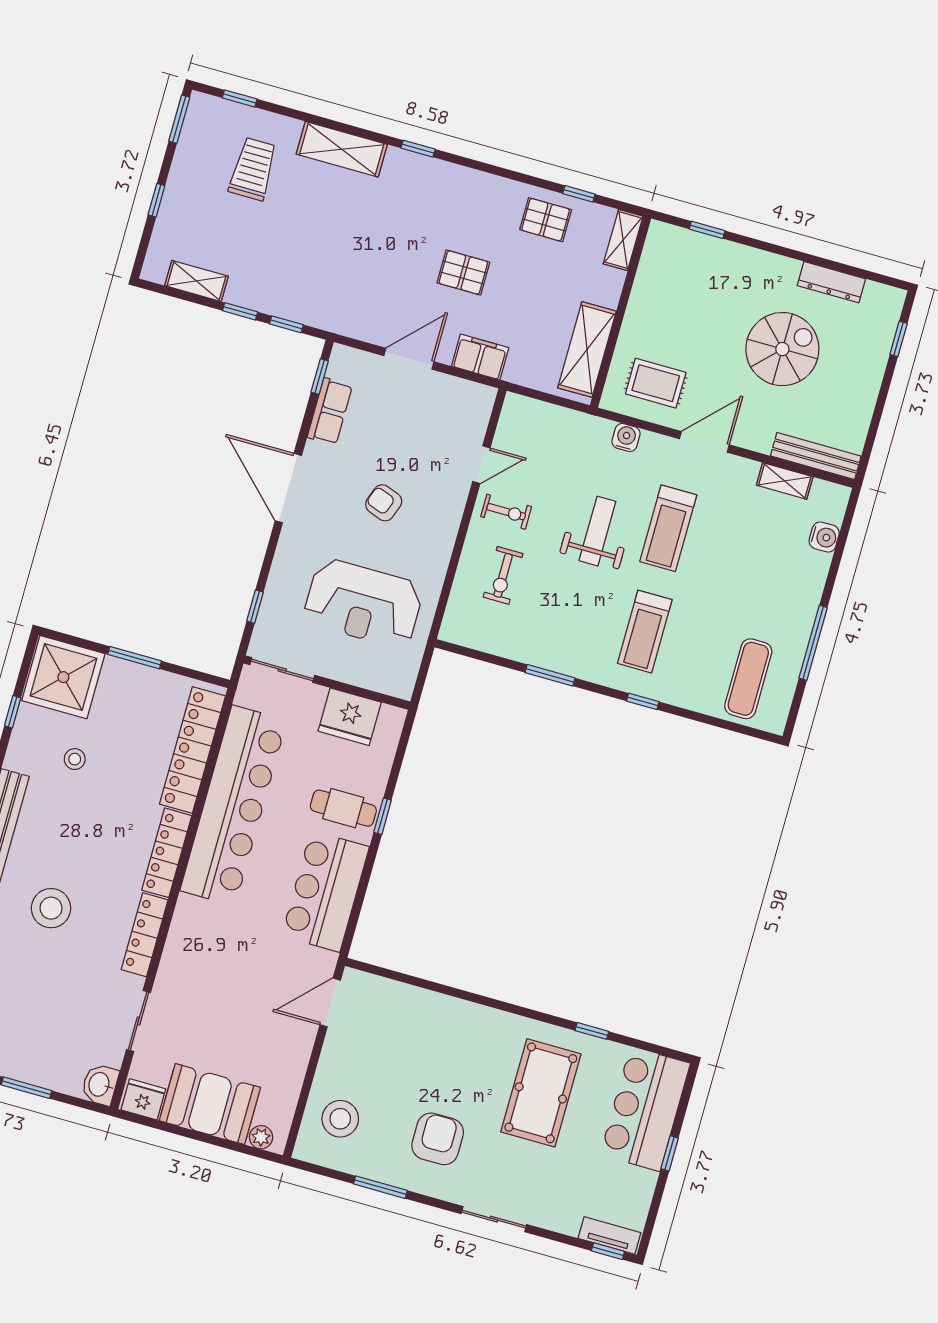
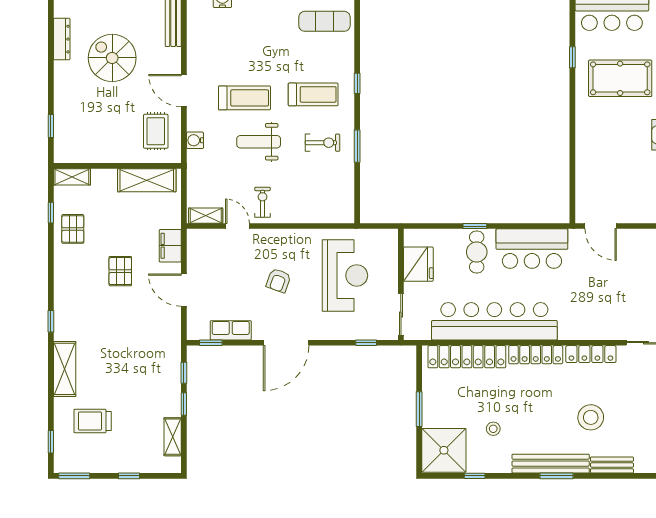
shelving: (785, 481) -> (206, 216), moved, turned 90
exercise bike: (503, 575) -> (323, 143), moved

